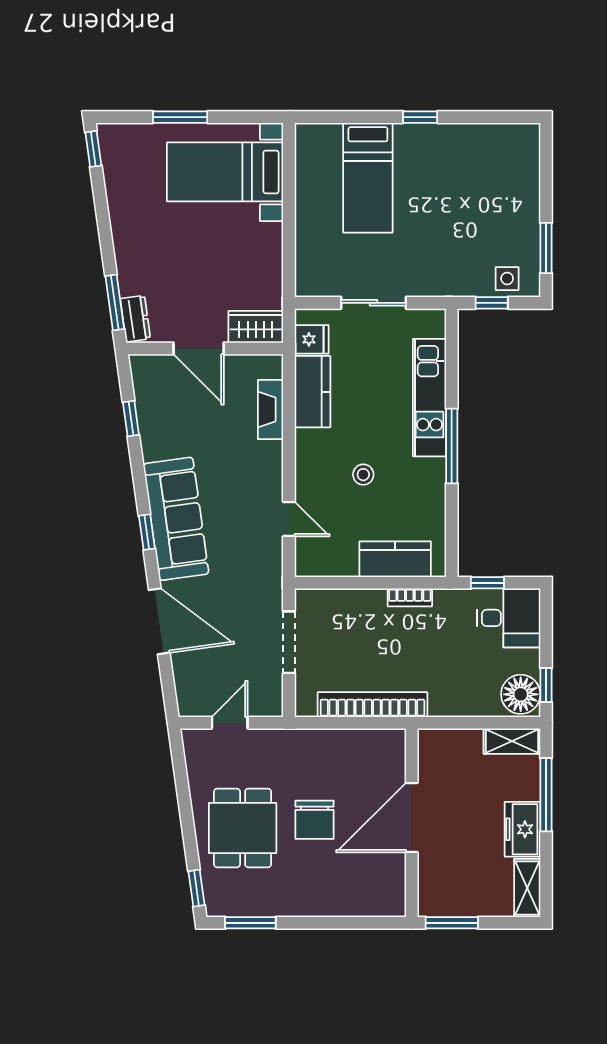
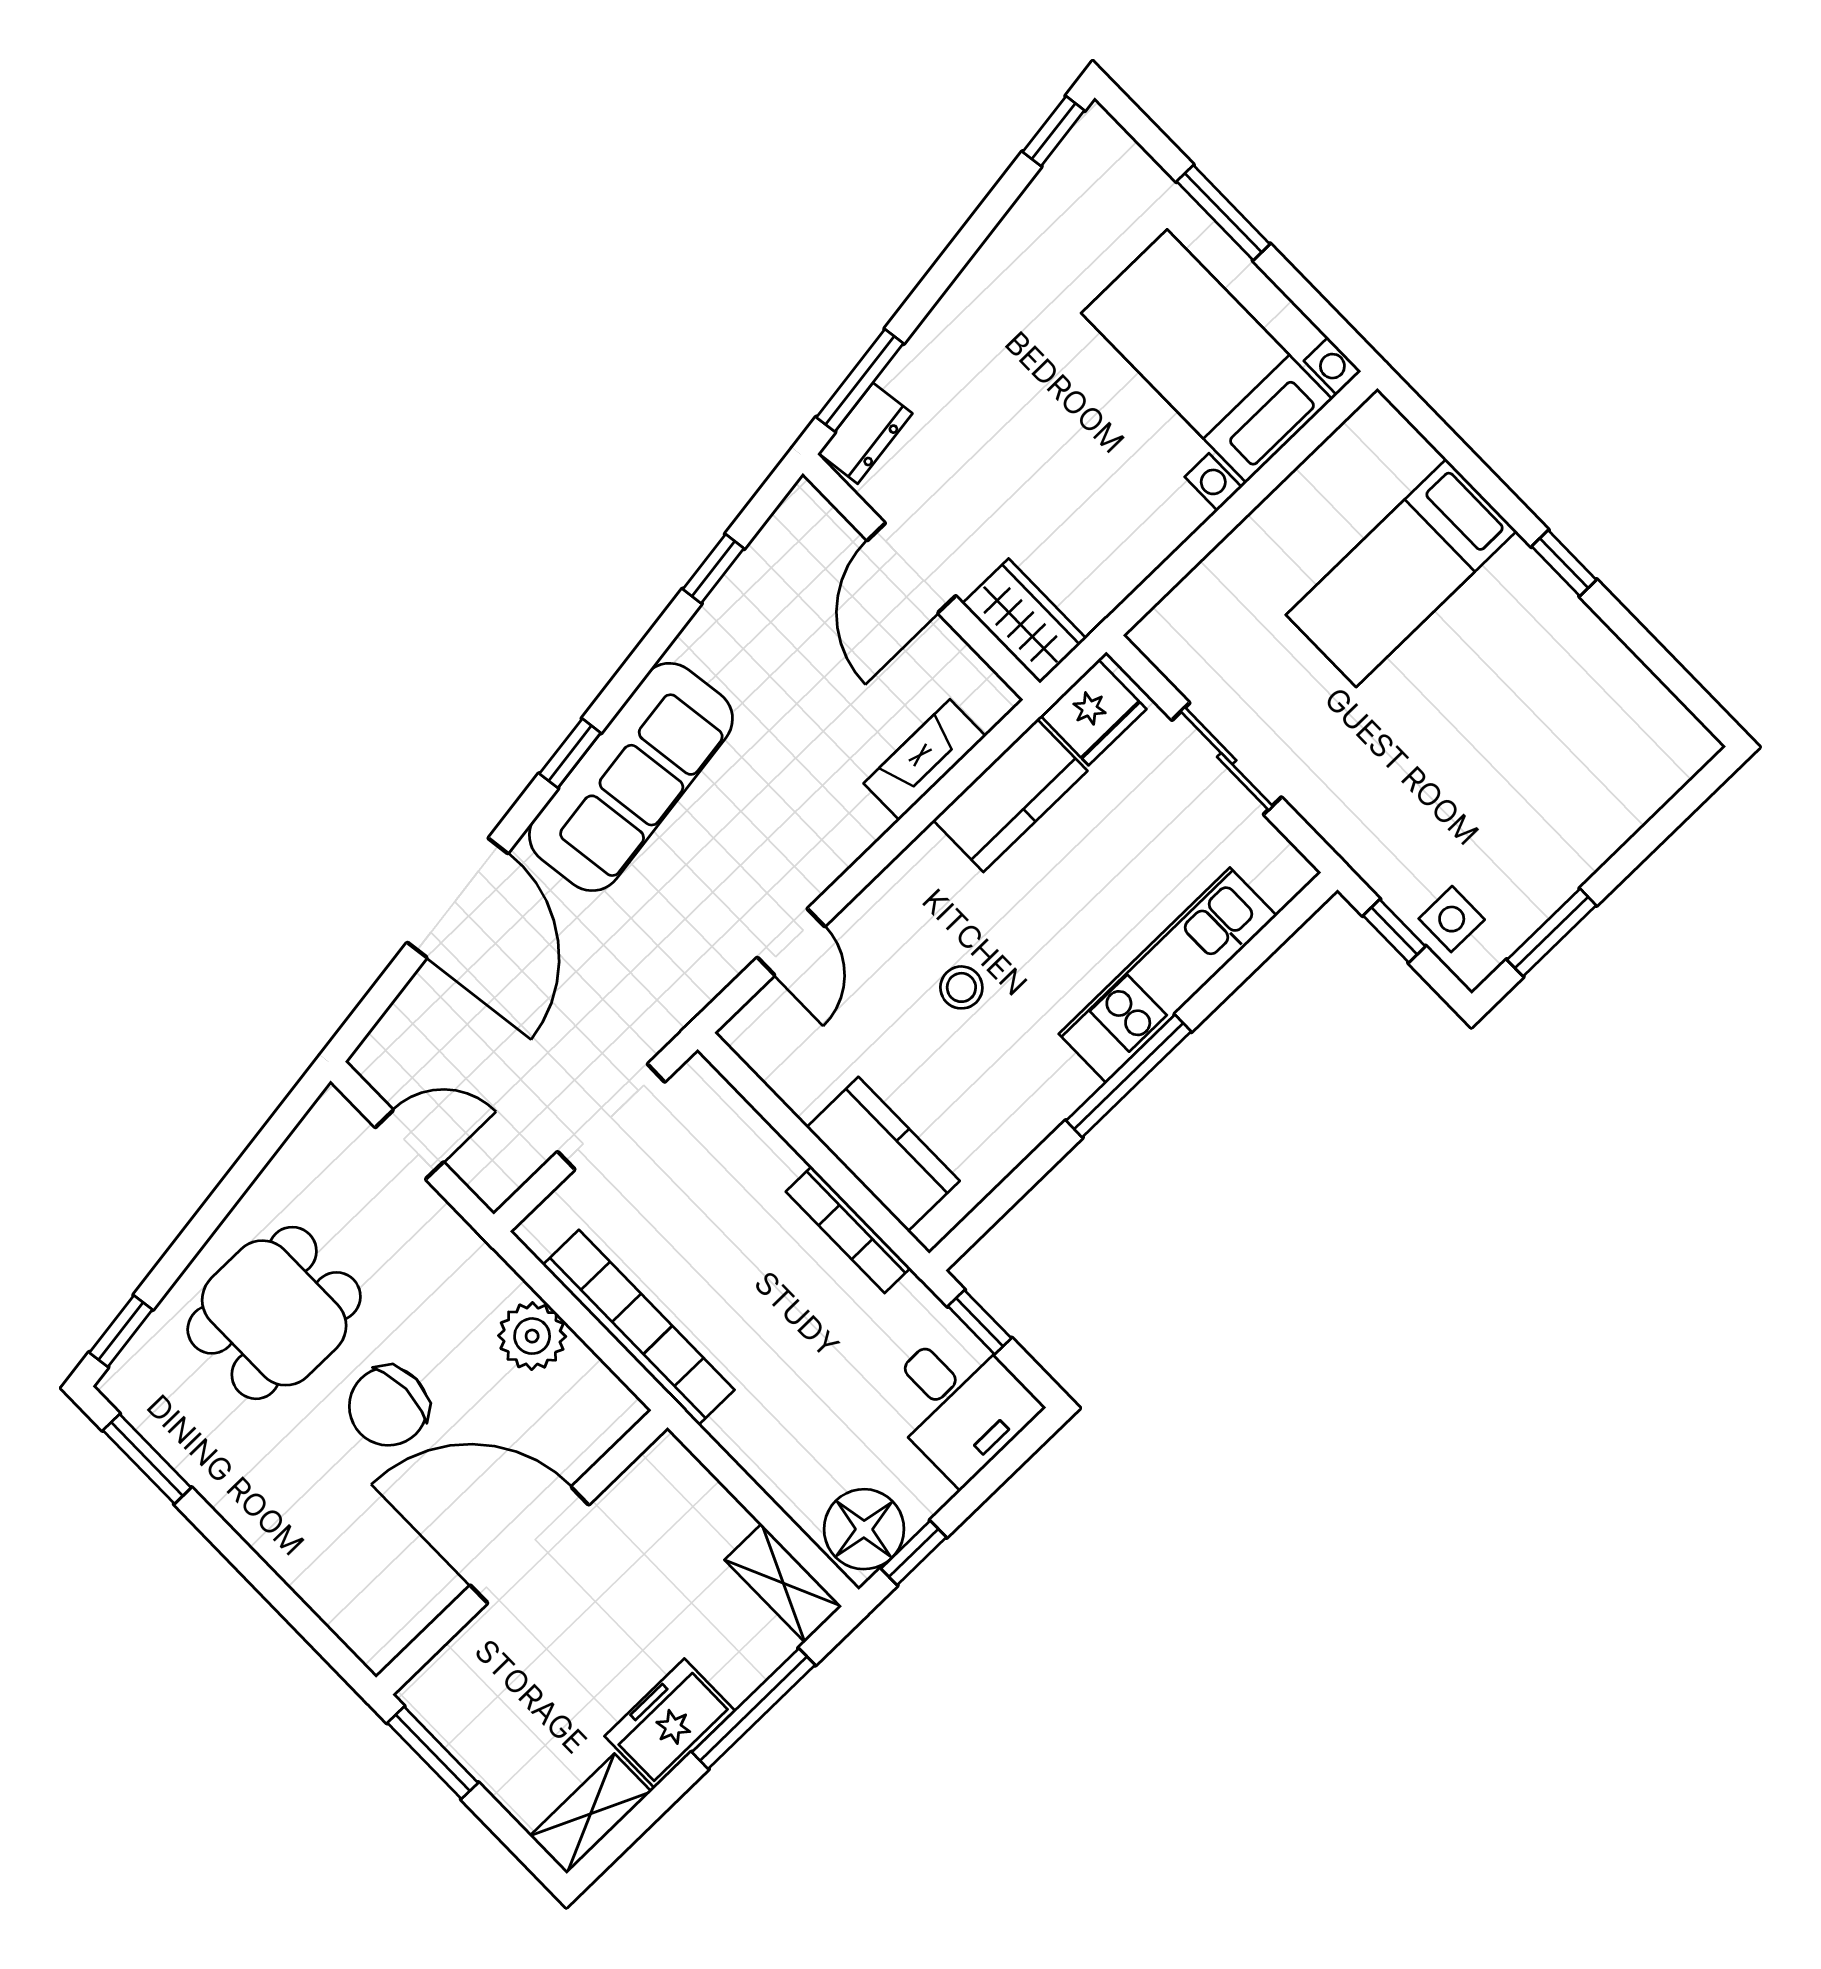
fridge: (312, 339) -> (1093, 712), width x1.38
bookcase: (410, 597) -> (848, 1230), width x1.56
plant: (339, 745) -> (532, 1336), added

